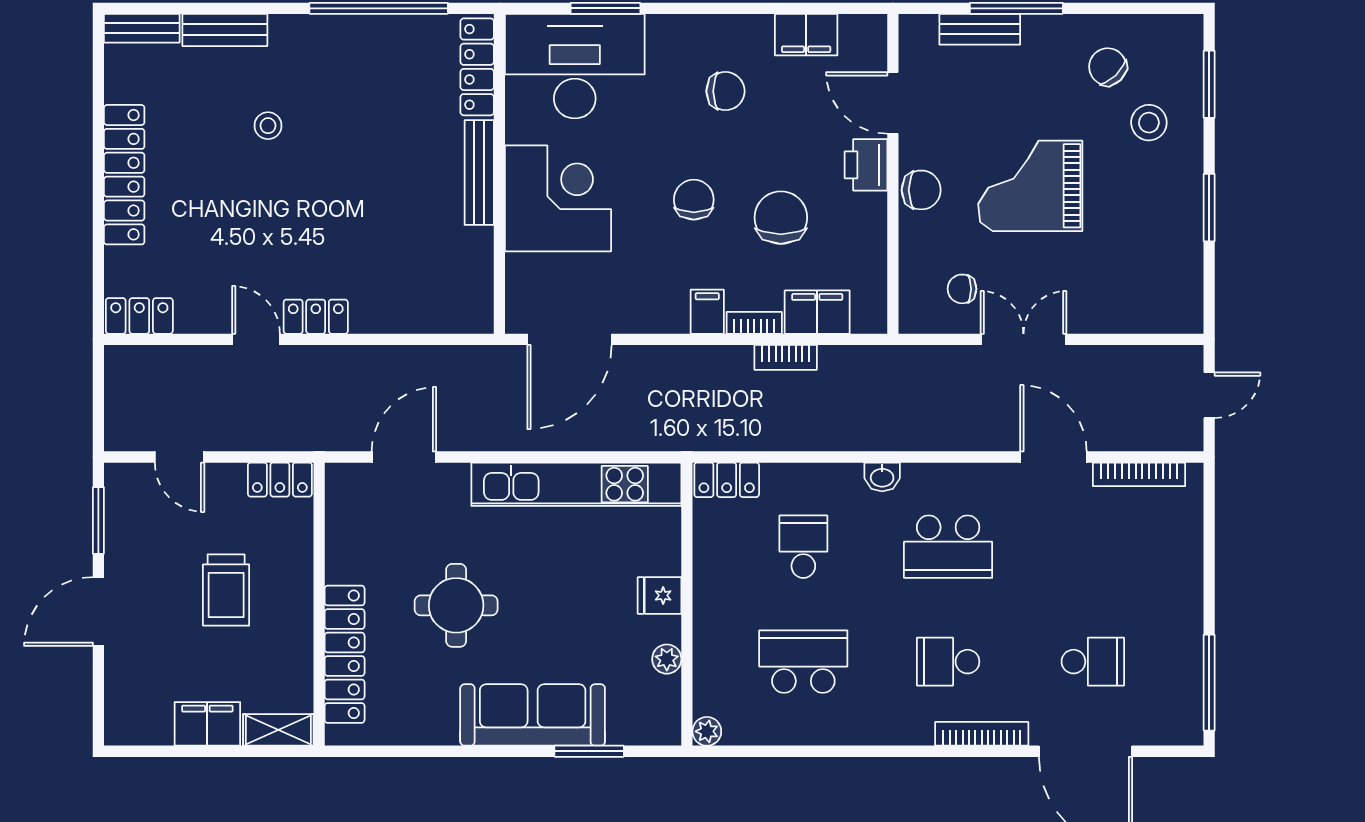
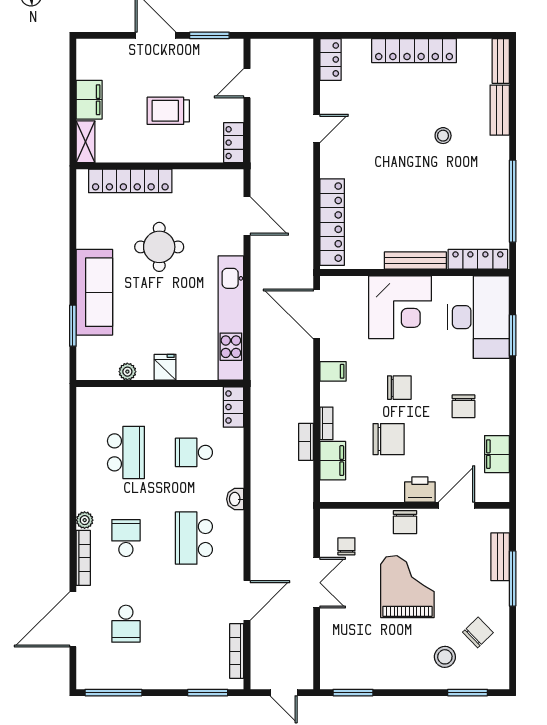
window: (1209, 208) -> (353, 693), moved
filing cabinet: (707, 312) -> (333, 371), moved
locker: (316, 317) -> (332, 222), moved, width x2.16, depth x1.21
window: (1209, 523) -> (208, 693), added
school desk: (803, 547) -> (194, 452), turned 180
plant: (707, 731) -> (85, 520), moved

